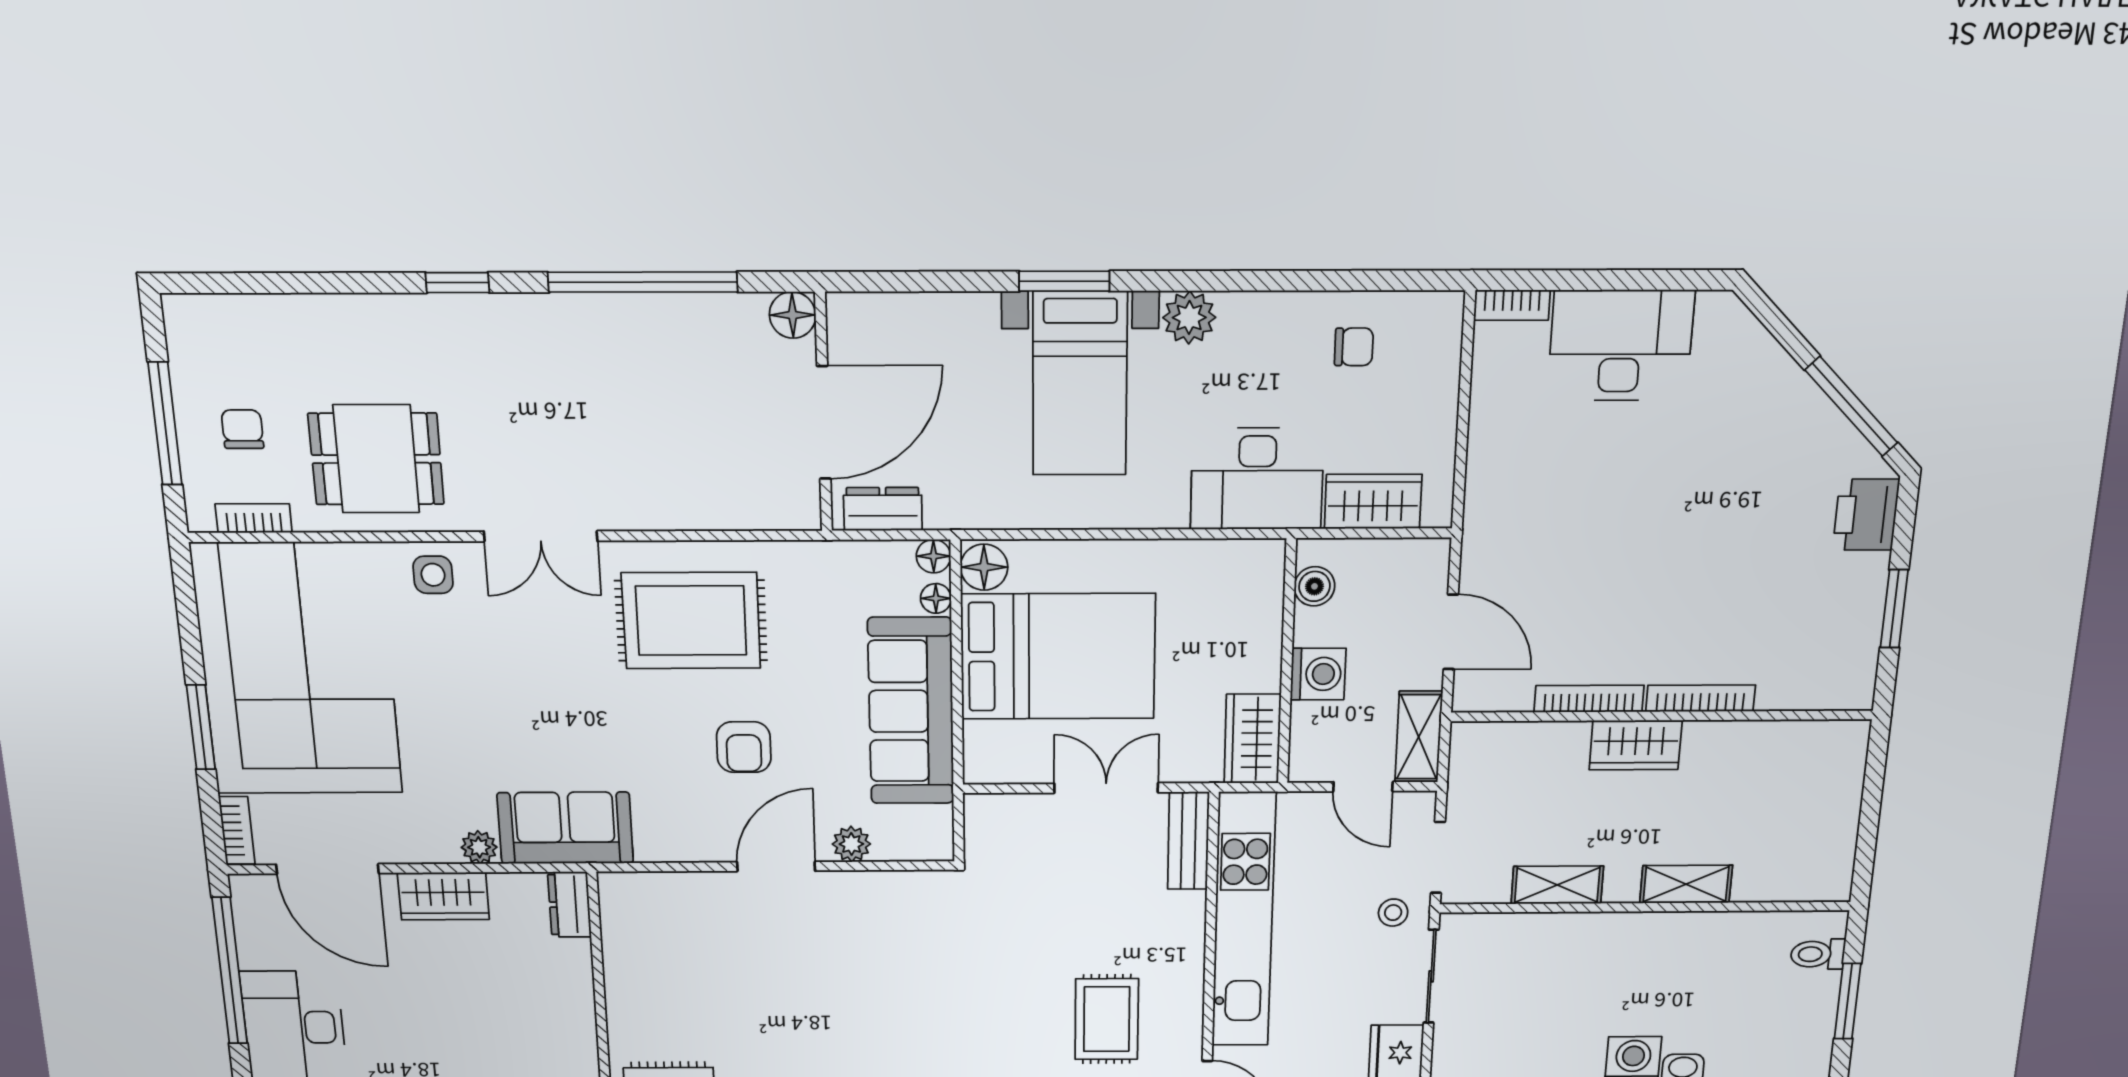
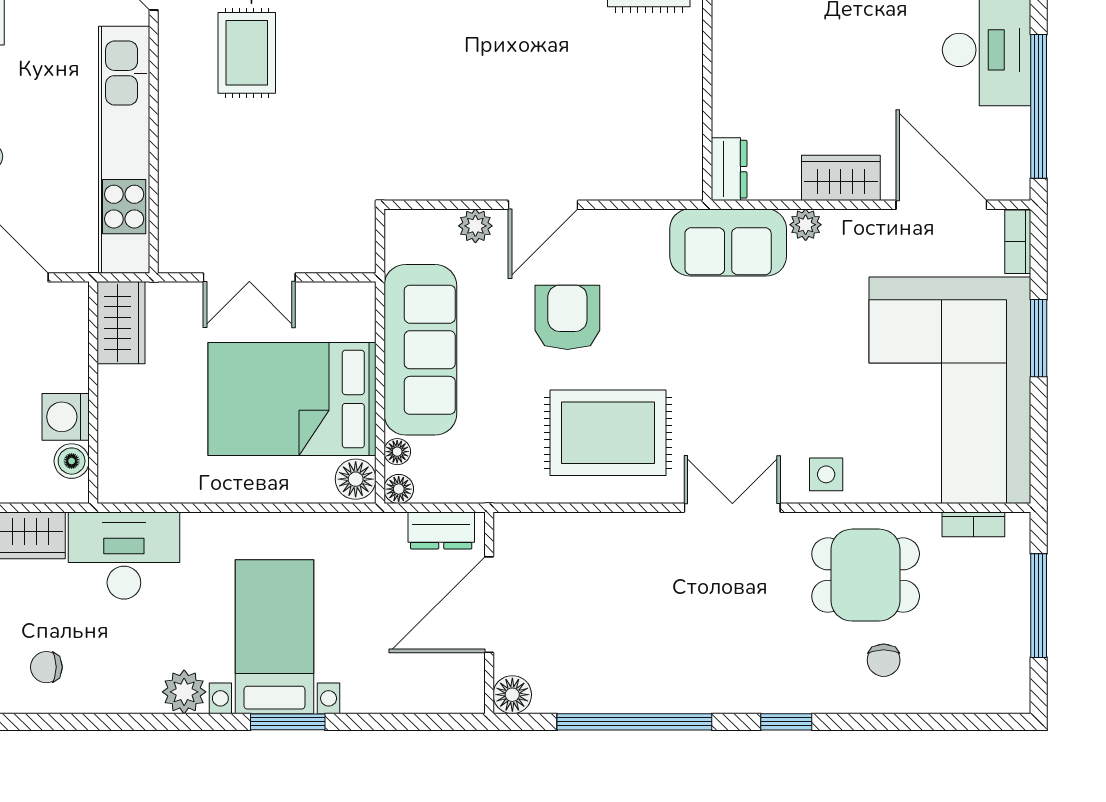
chair: (242, 429) -> (884, 660), moved
washing machine: (1318, 674) -> (66, 417), moved
armchair: (744, 747) -> (567, 317), width x1.38, depth x1.38
bench: (1188, 841) -> (175, 227), removed

